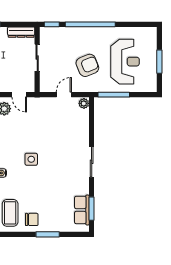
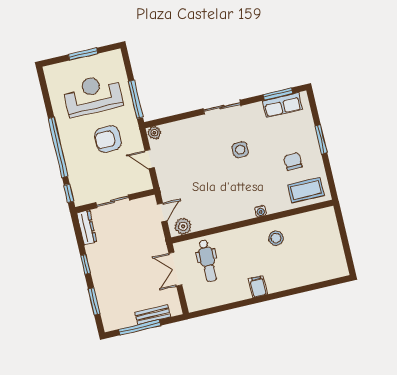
armchair: (87, 65) -> (108, 139), turned -68
side table: (31, 159) -> (240, 150), moved
chair: (32, 219) -> (293, 161), moved

